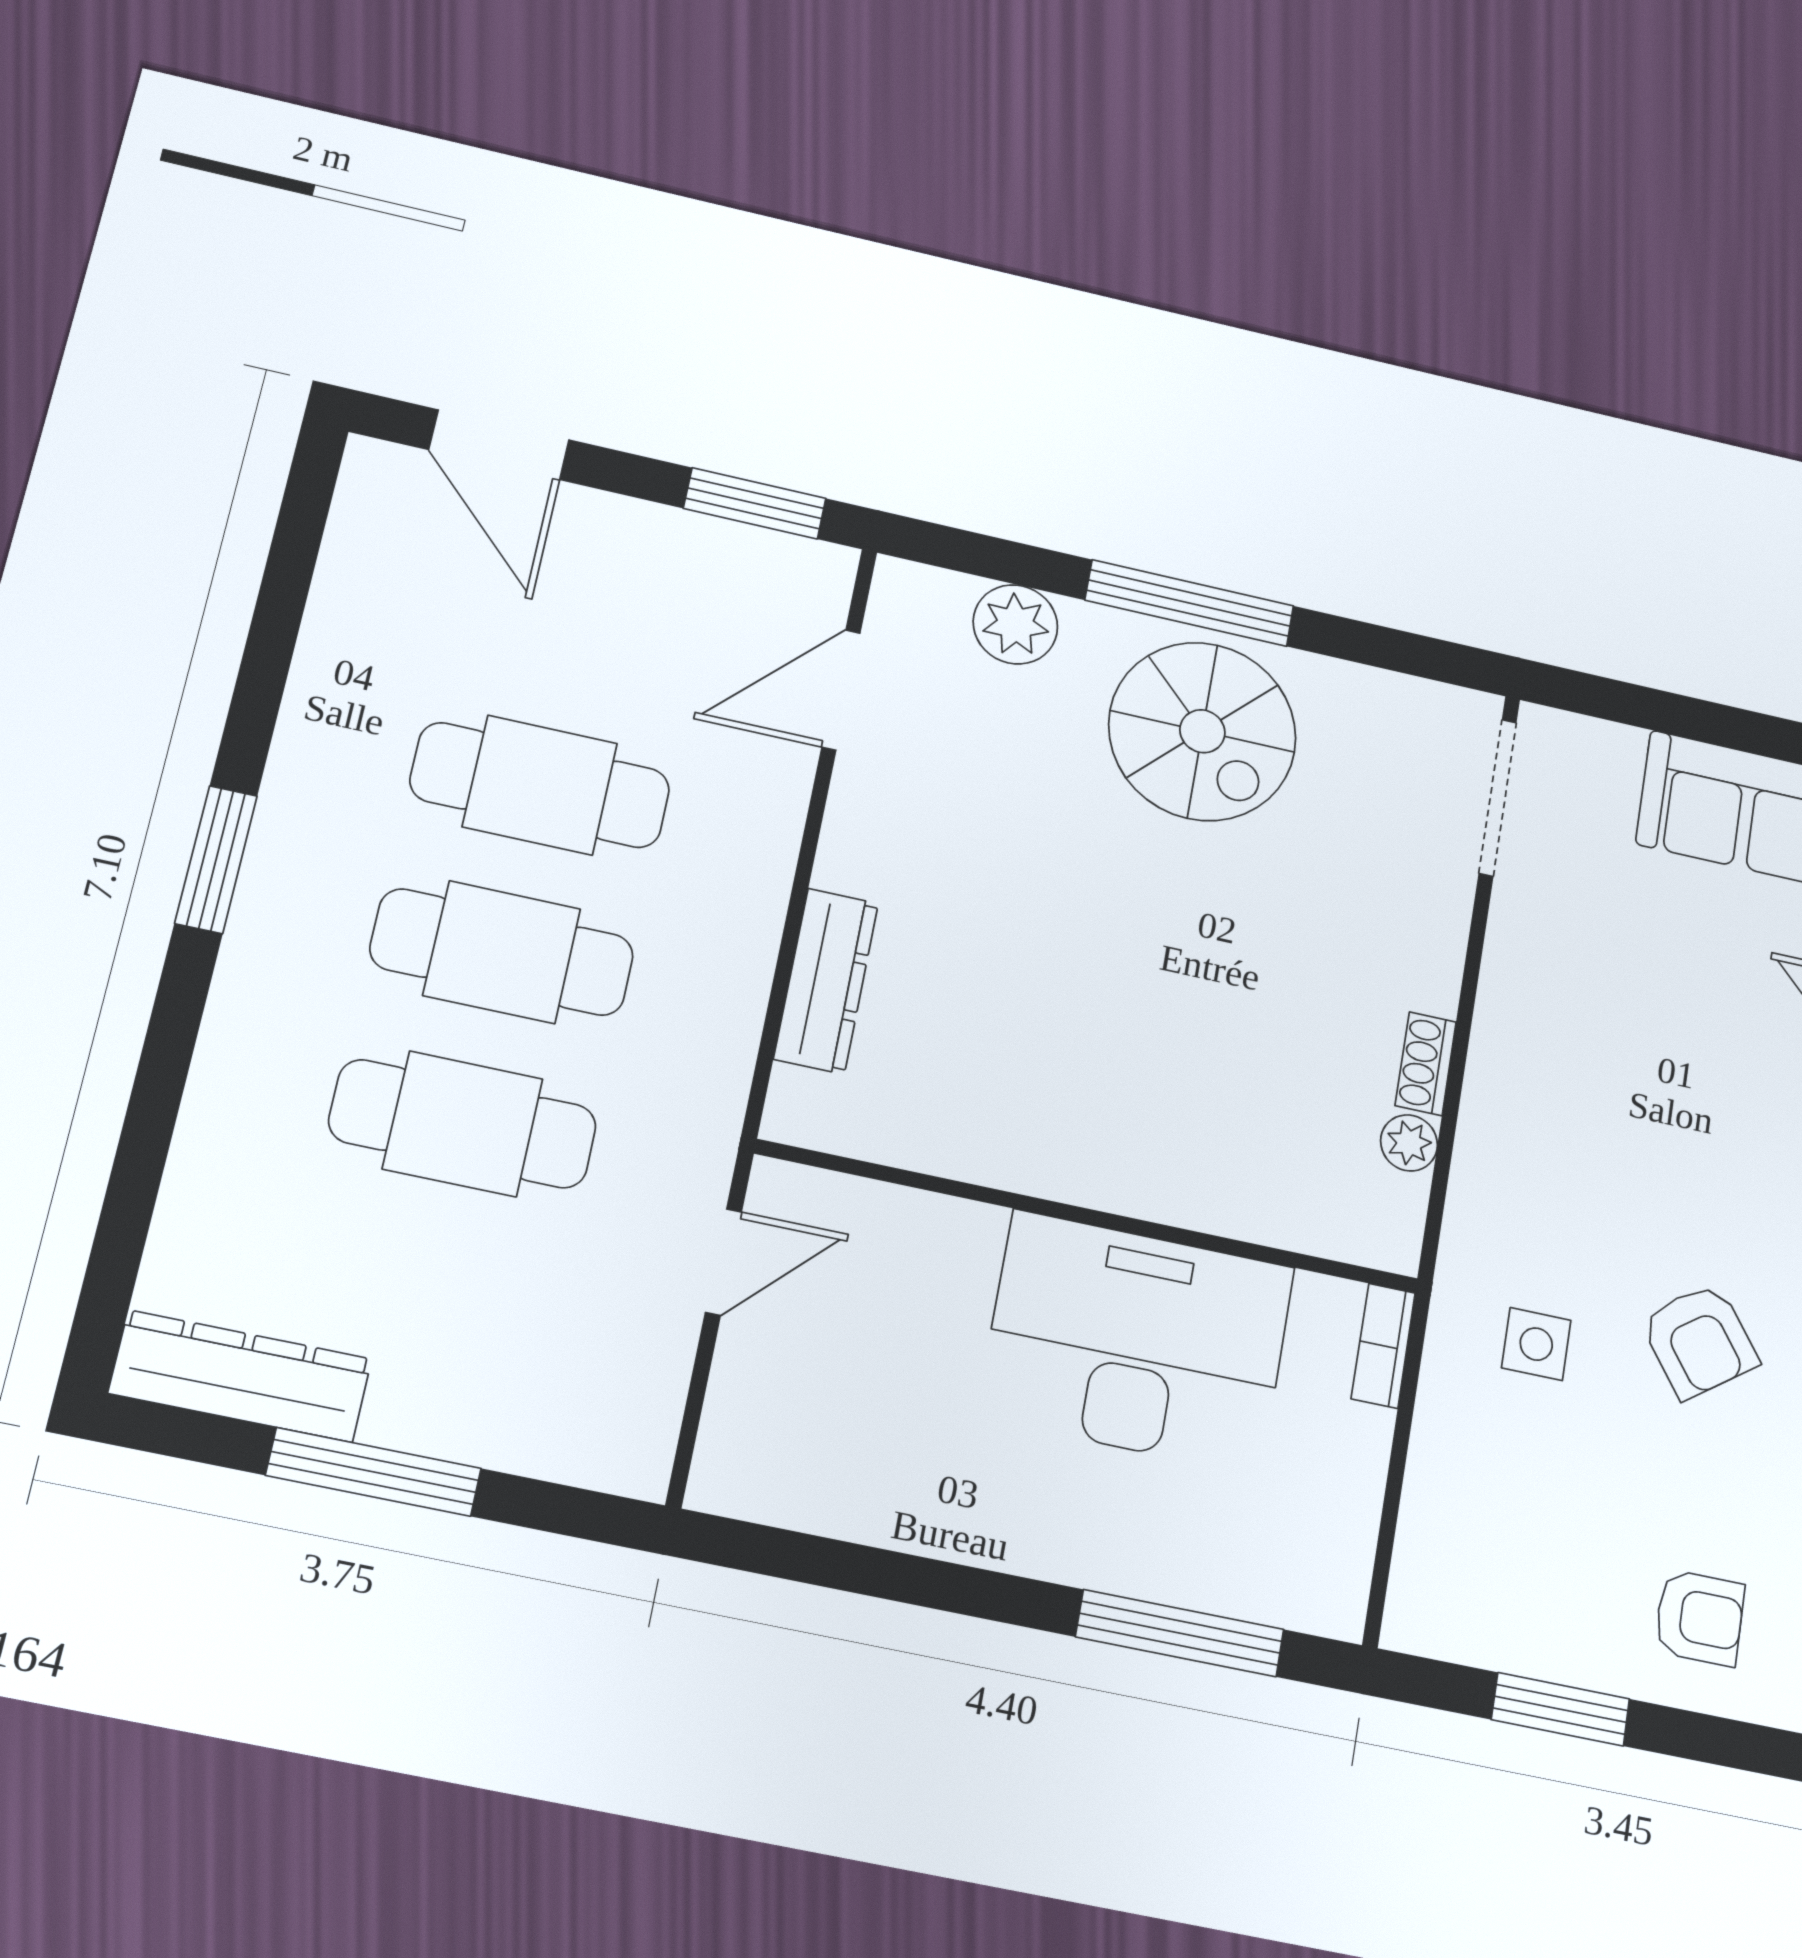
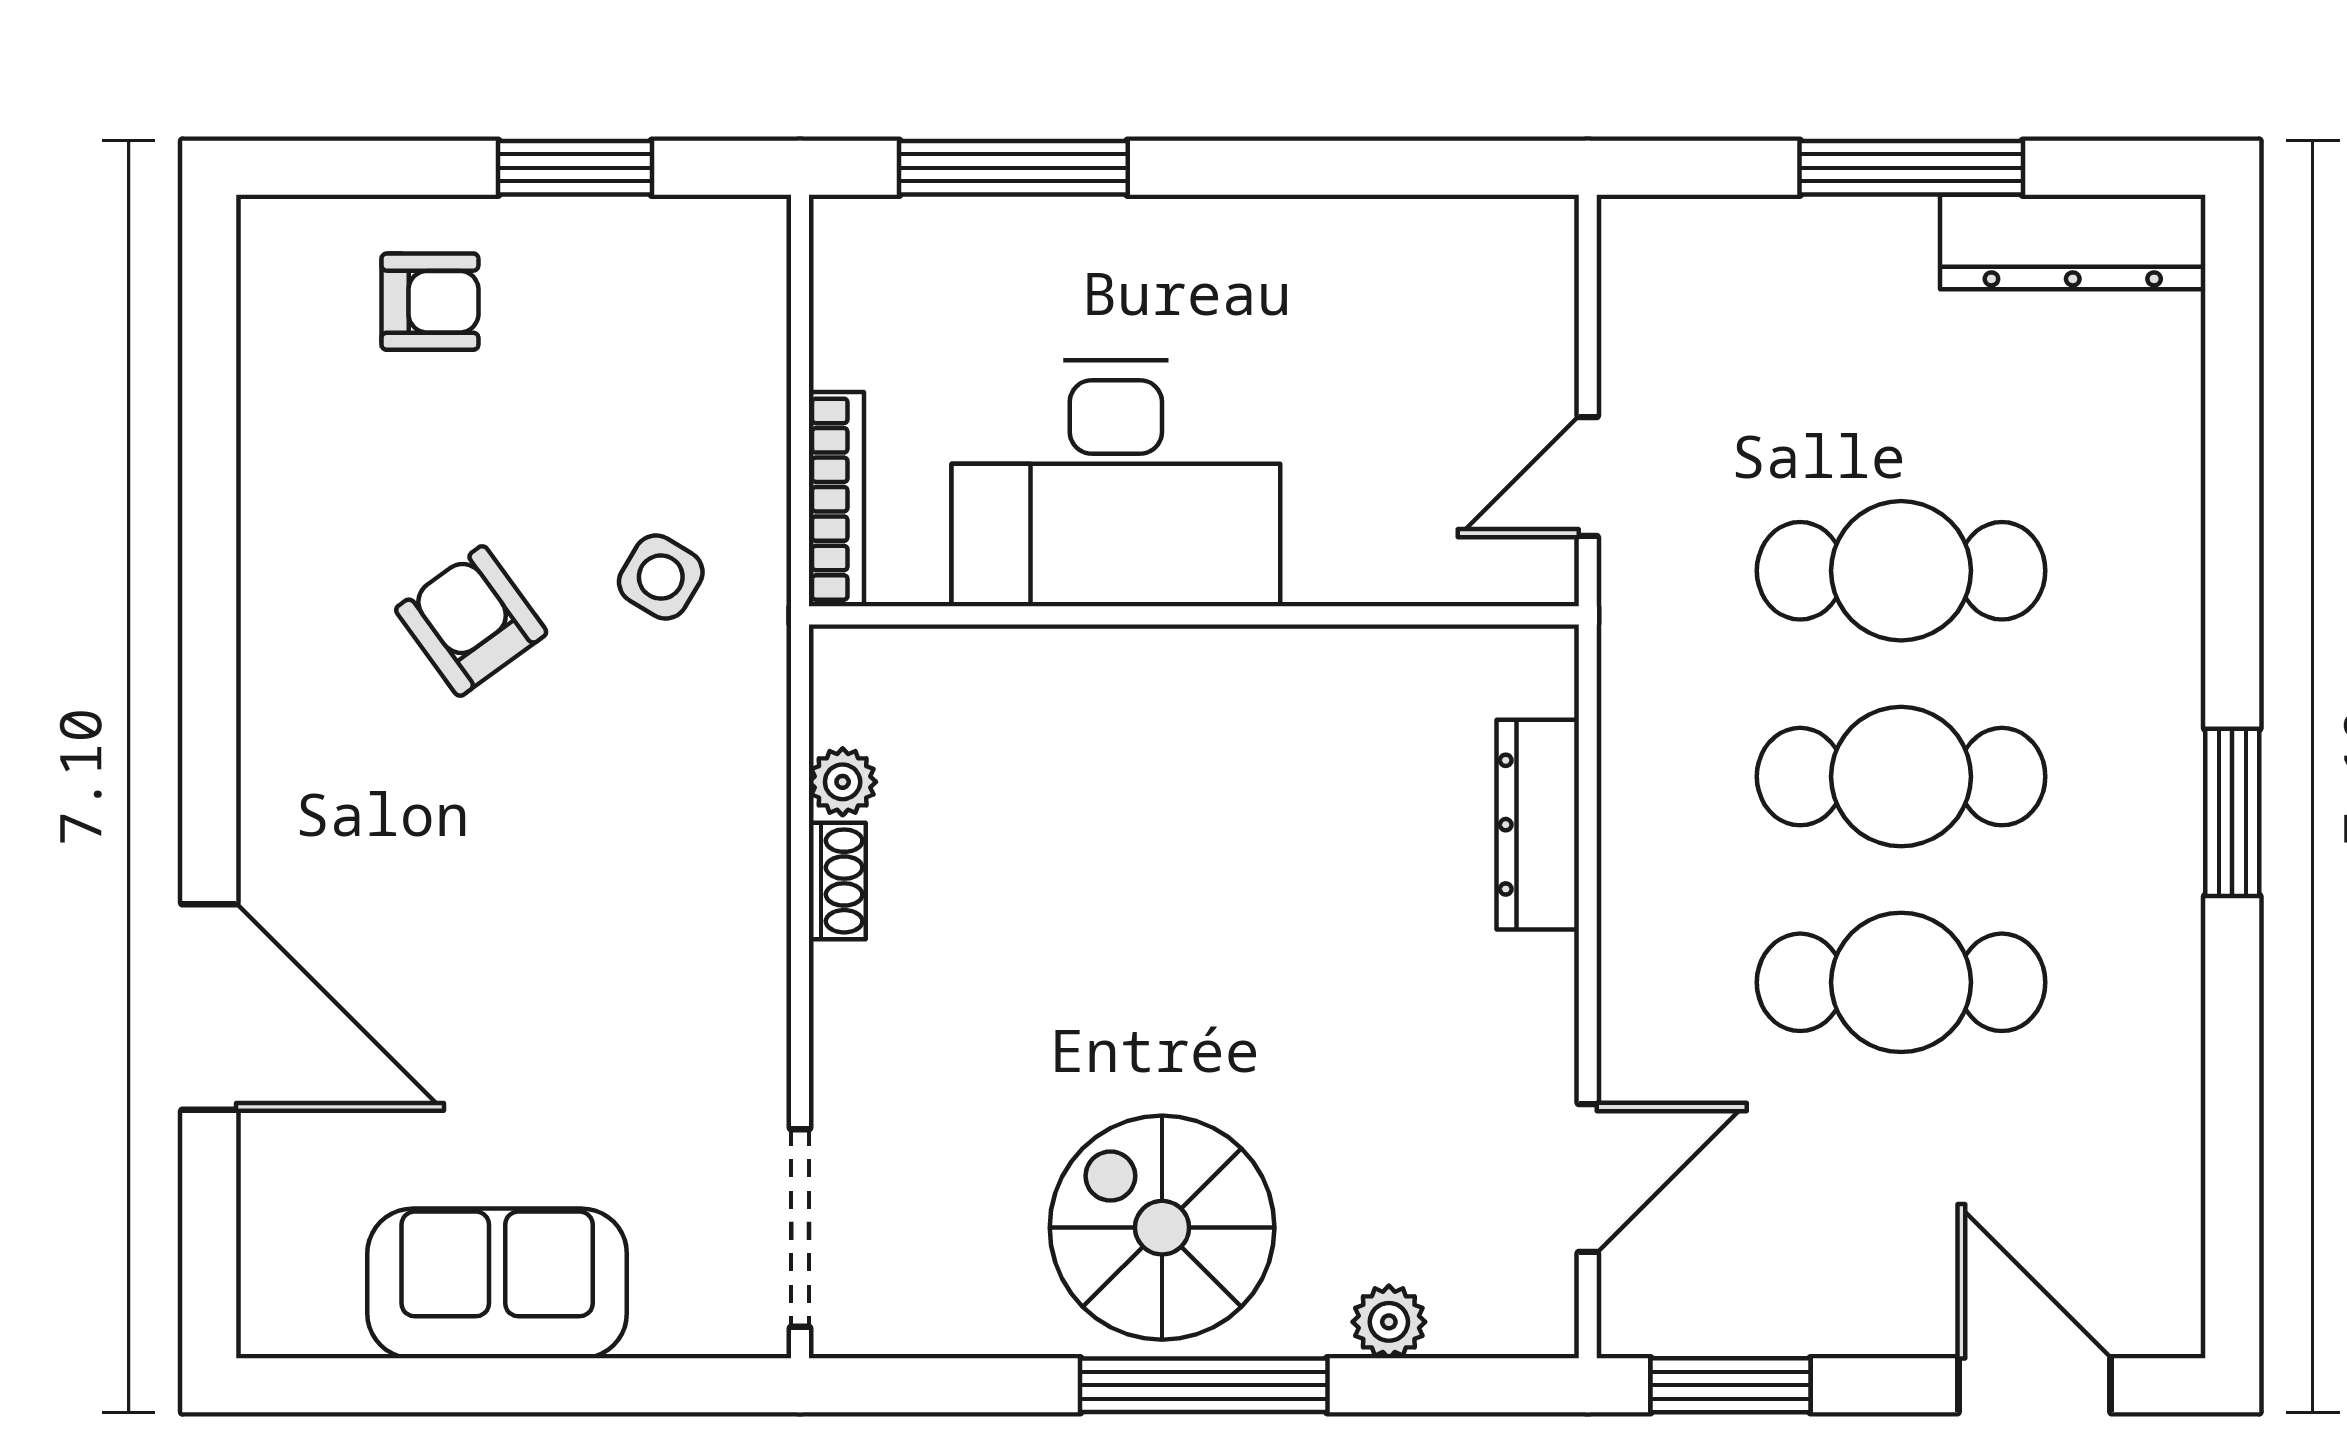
plant: (1015, 624) -> (1389, 1322), width x0.73, depth x0.73
side table: (1536, 1344) -> (661, 577), turned 31
bookcase: (1383, 1346) -> (836, 499), width x1.56
armchair: (1699, 1618) -> (430, 302), turned 180

